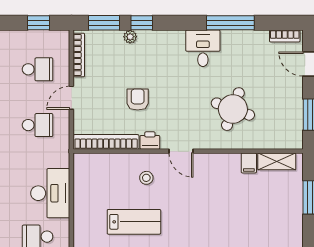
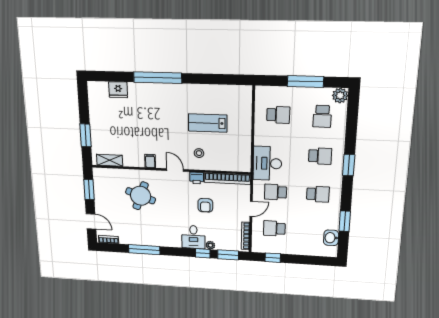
desk: (203, 48) -> (193, 237), moved
filing cabinet: (249, 163) -> (150, 161), moved
desk: (50, 193) -> (267, 163), moved

